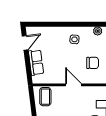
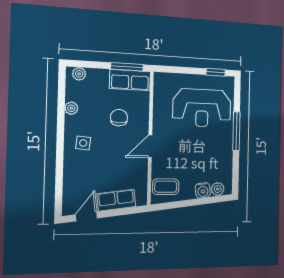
door: (25, 43) -> (86, 216), hinge flipped

